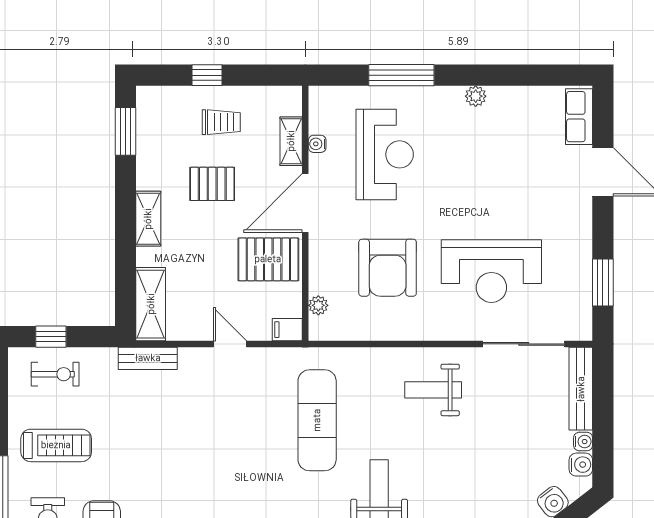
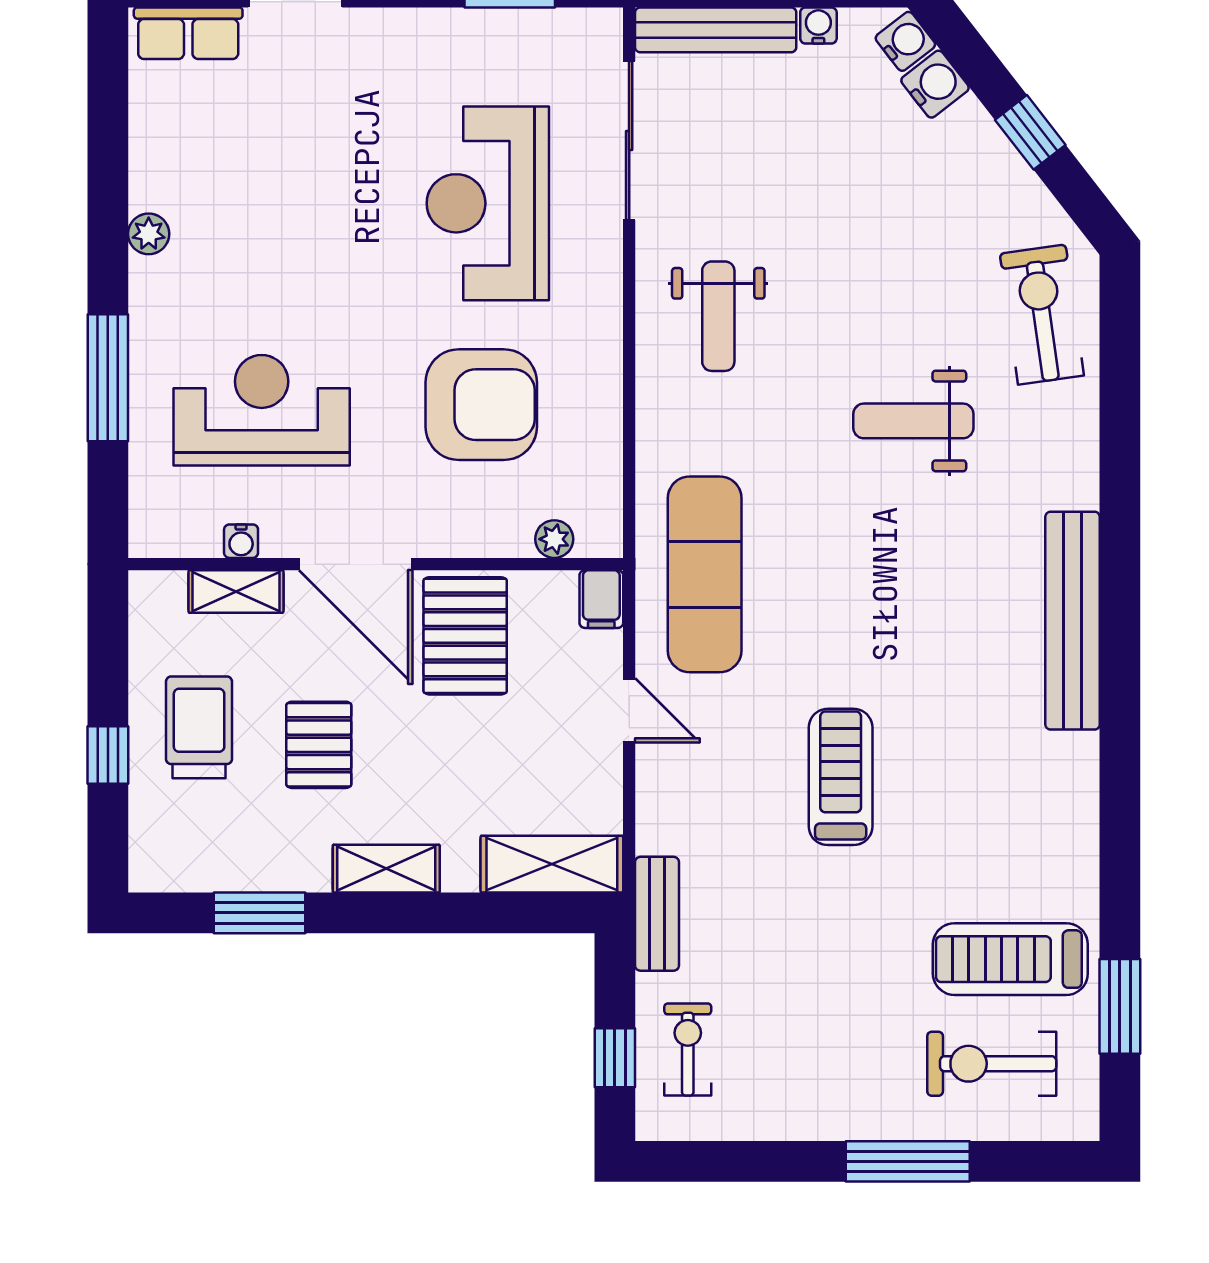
trolley: (221, 122) -> (199, 727), width x1.36, depth x1.39
window: (125, 131) -> (259, 913), moved
reception desk: (491, 271) -> (488, 203), turned 180
door: (230, 344) -> (629, 710), swing flipped
bench: (148, 358) -> (657, 914), moved
exercise mat: (317, 420) -> (705, 574), moved, turned 90
treadmill: (56, 445) -> (841, 777), moved
water cooler: (581, 465) -> (905, 41), moved, turned 52

